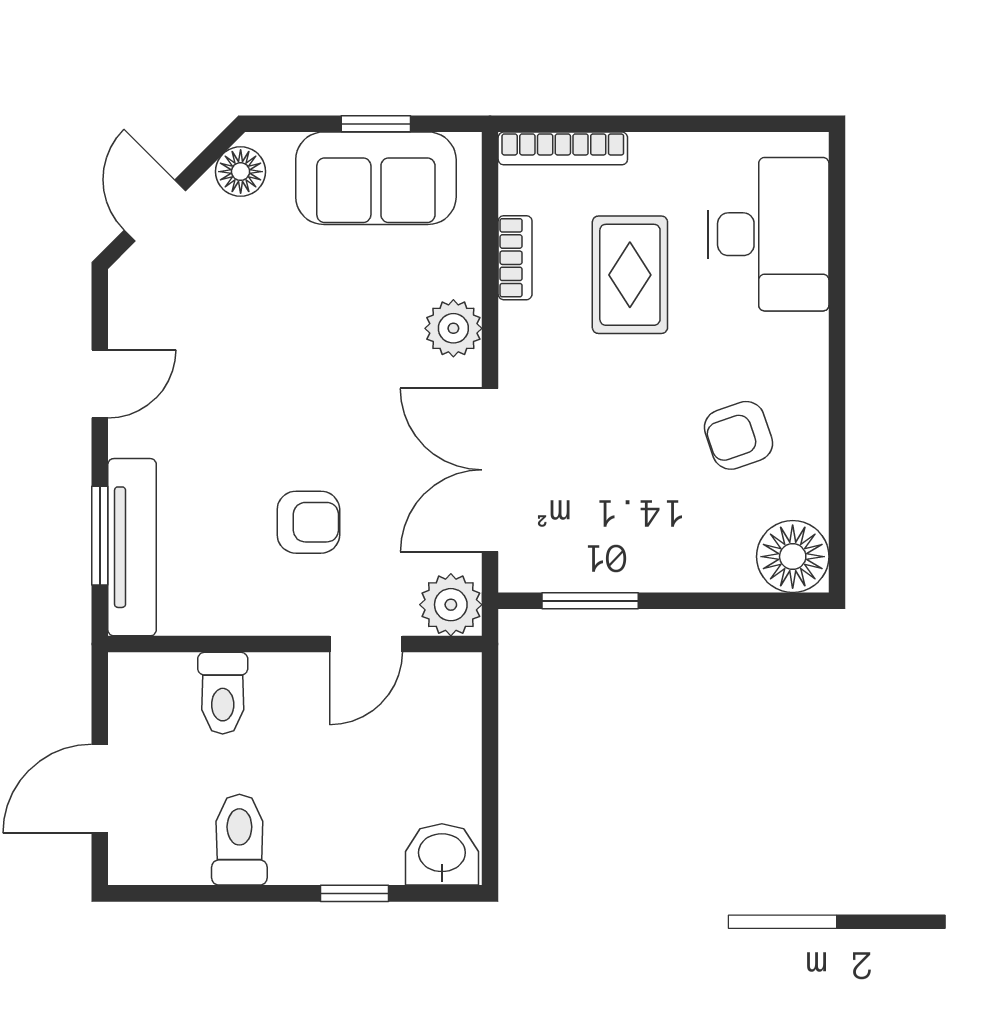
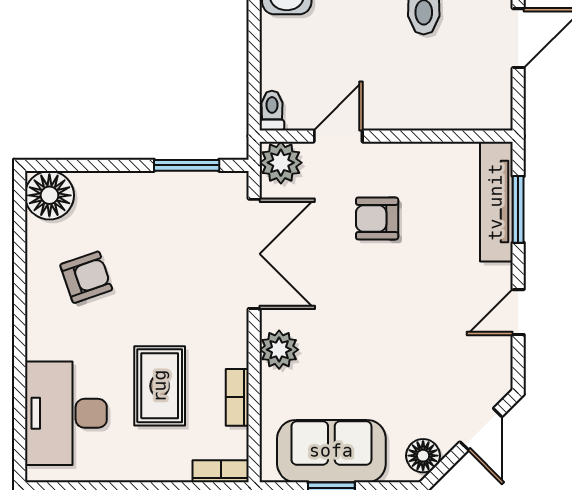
bookcase: (563, 148) -> (221, 471), width x0.64
toilet: (223, 693) -> (272, 111), moved, width x0.73, depth x0.72

